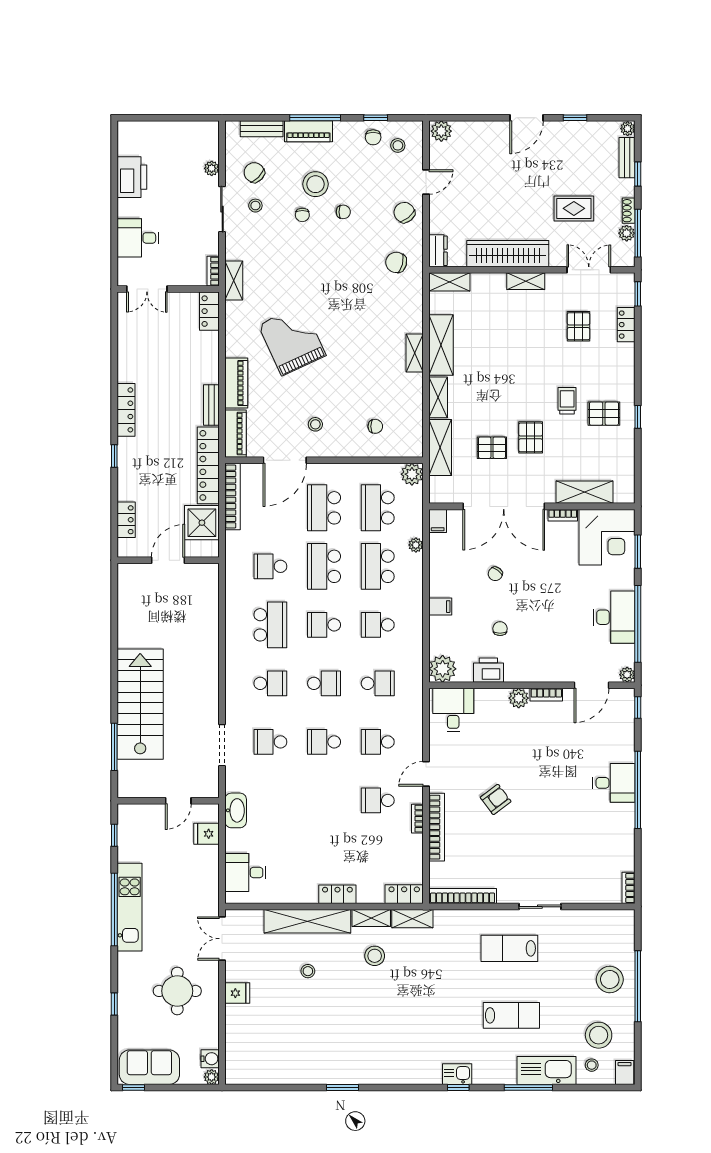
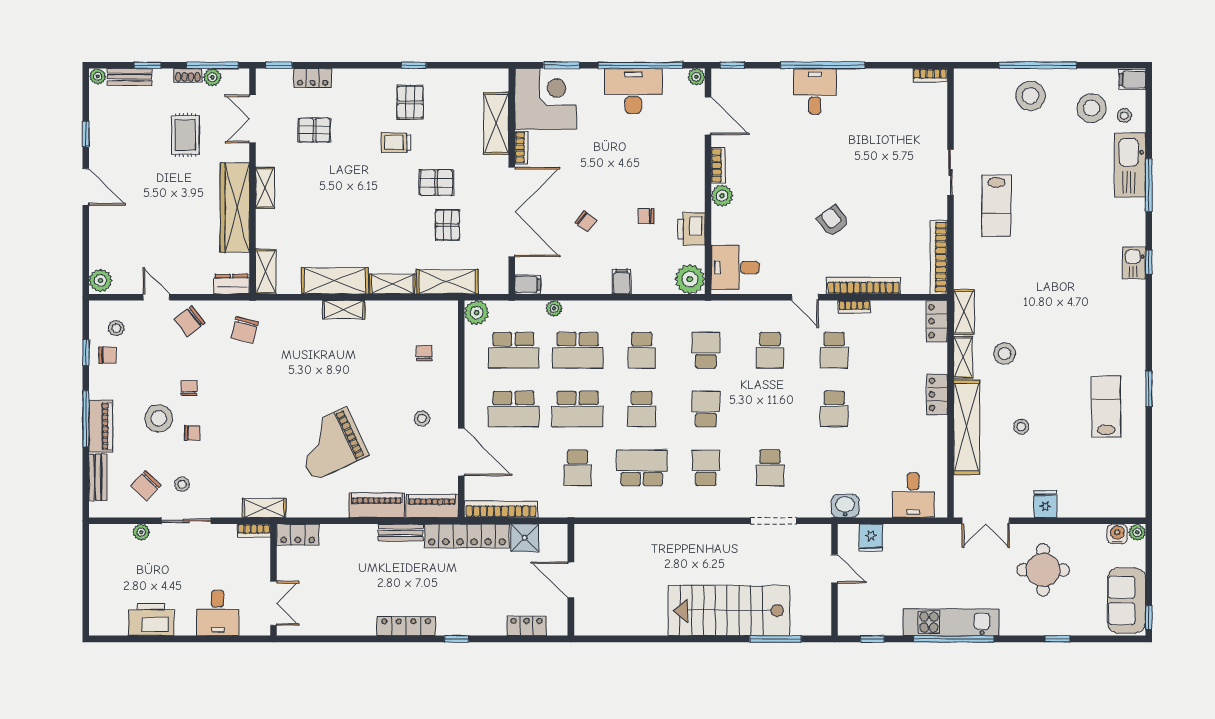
shower: (202, 523) -> (525, 538), width x0.73, depth x0.73
school desk: (324, 742) -> (834, 409), moved
washbasin: (236, 810) -> (845, 506), width x0.72
lab bench: (511, 1015) -> (1106, 407), moved

